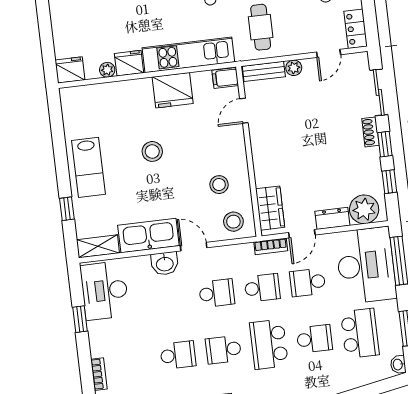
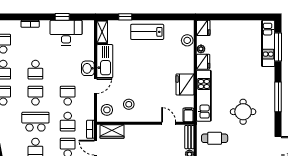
stool: (152, 151) -> (187, 40), moved
desk: (105, 291) -> (66, 33), moved
school desk: (217, 293) -> (68, 96), turned 180

